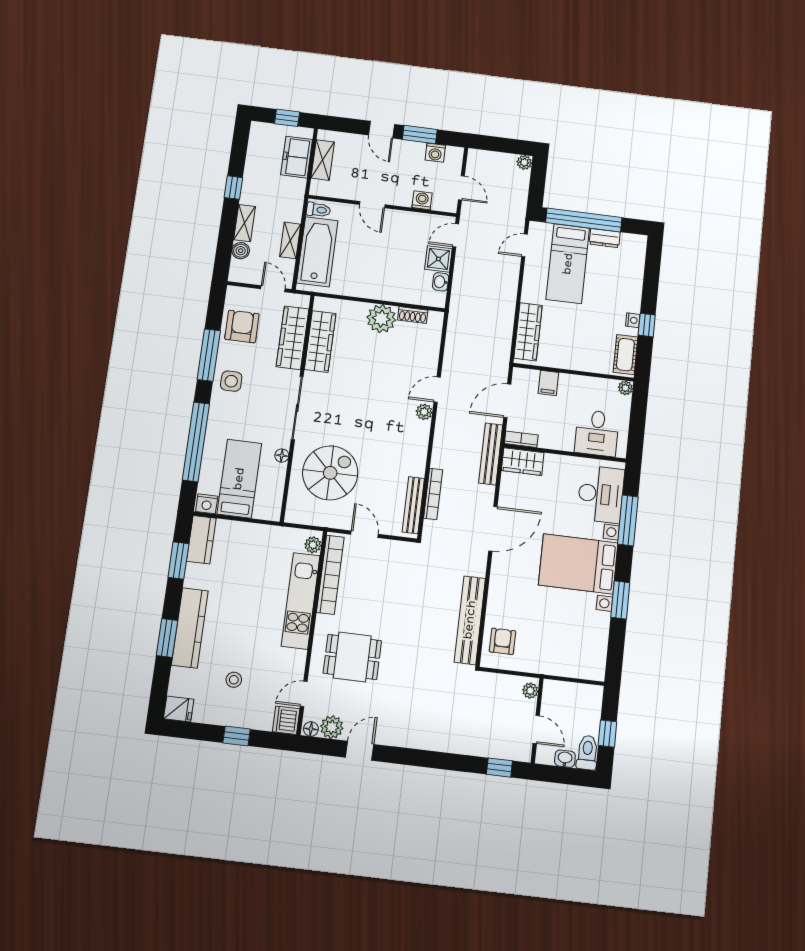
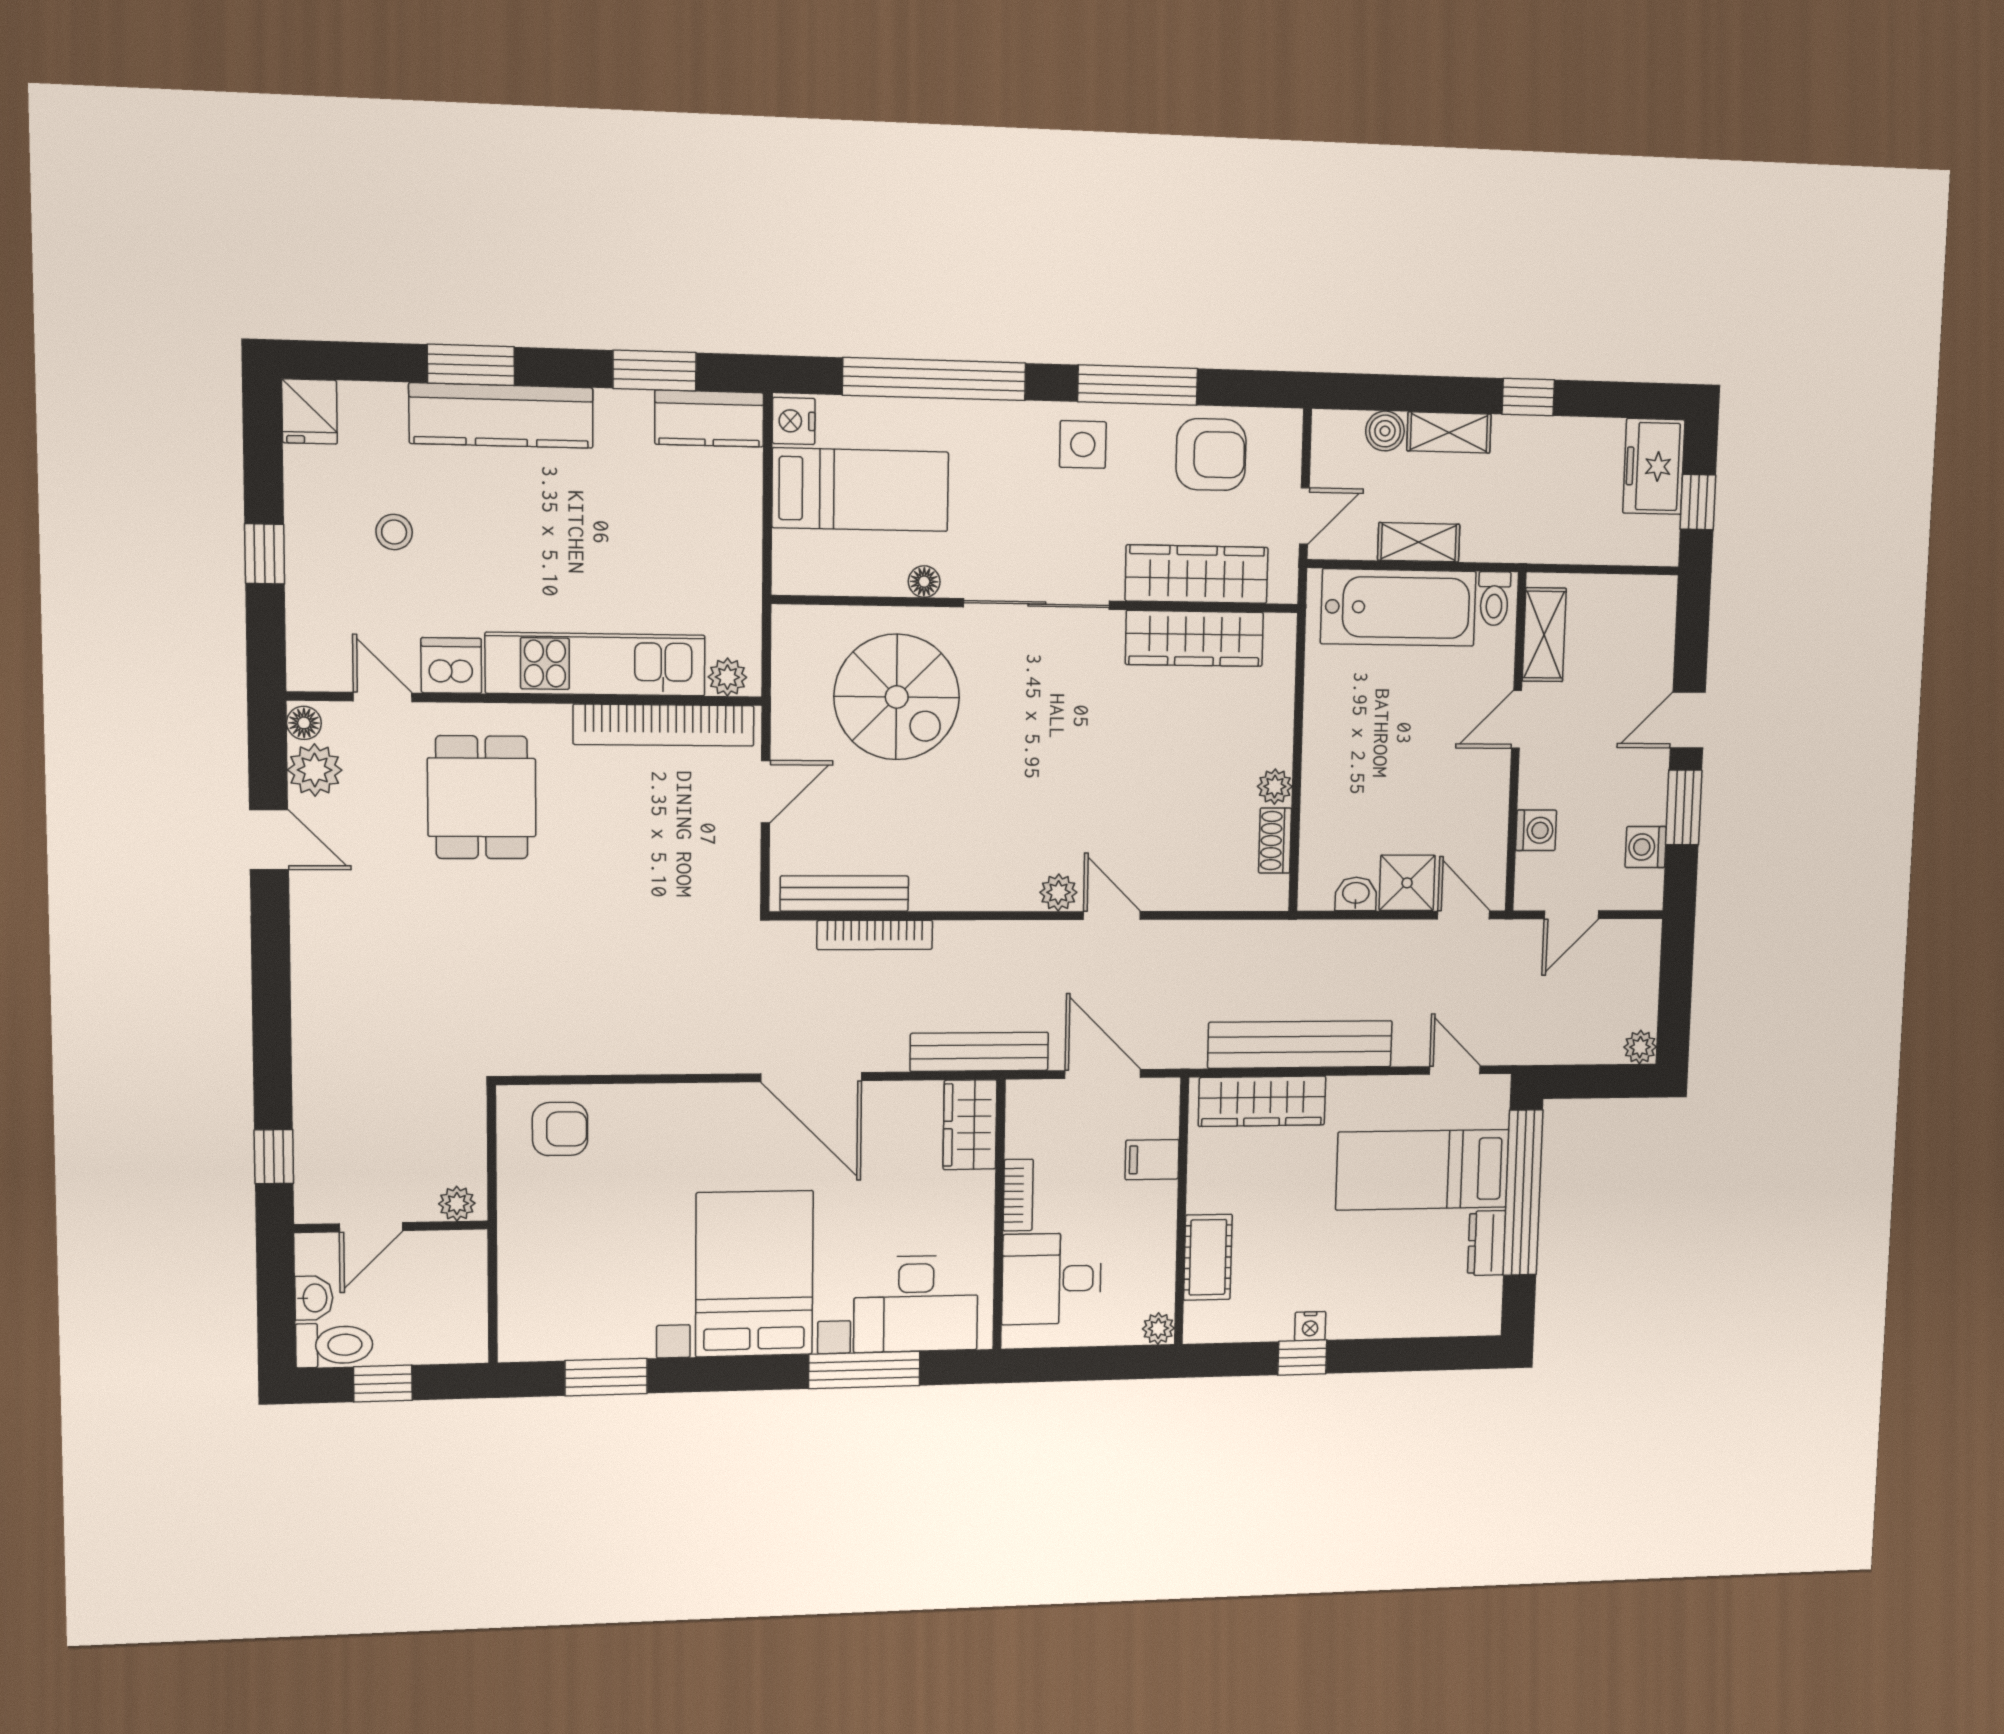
freezer: (297, 157) -> (1654, 466), moved, turned -90
shelving: (323, 160) -> (1544, 635), moved, turned 90
plant: (381, 319) -> (1275, 787), width x0.53, depth x0.53
cot: (625, 355) -> (1208, 1257), moved, turned 90
bookcase: (521, 439) -> (1018, 1195), moved
window: (620, 600) -> (606, 1377), moved
bench: (470, 620) -> (1300, 1044), moved
dishwasher: (286, 720) -> (451, 666), moved

